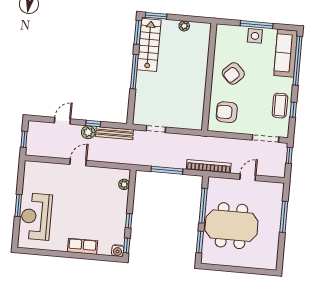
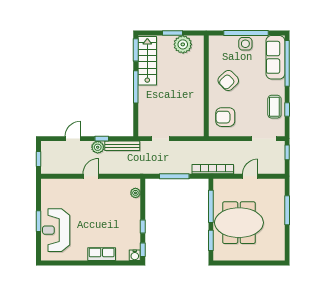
window: (156, 16) -> (173, 33), moved
window: (257, 25) -> (246, 33), width x1.46
plant: (184, 26) -> (183, 44), width x1.88, depth x1.88

